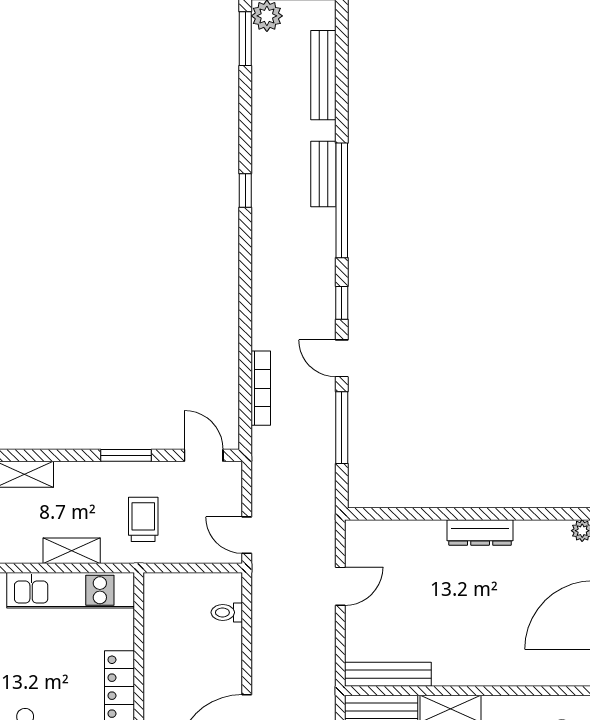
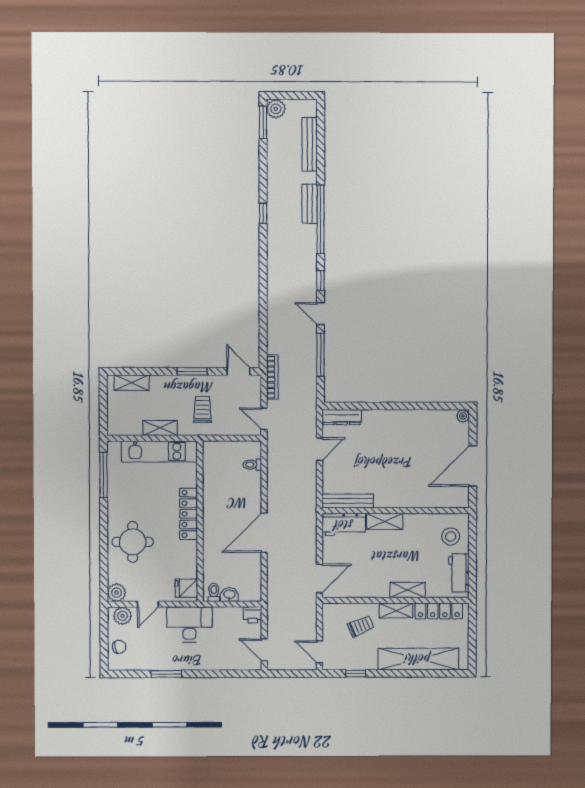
bookcase: (261, 388) -> (272, 377), moved
dresser: (480, 533) -> (342, 417), moved

